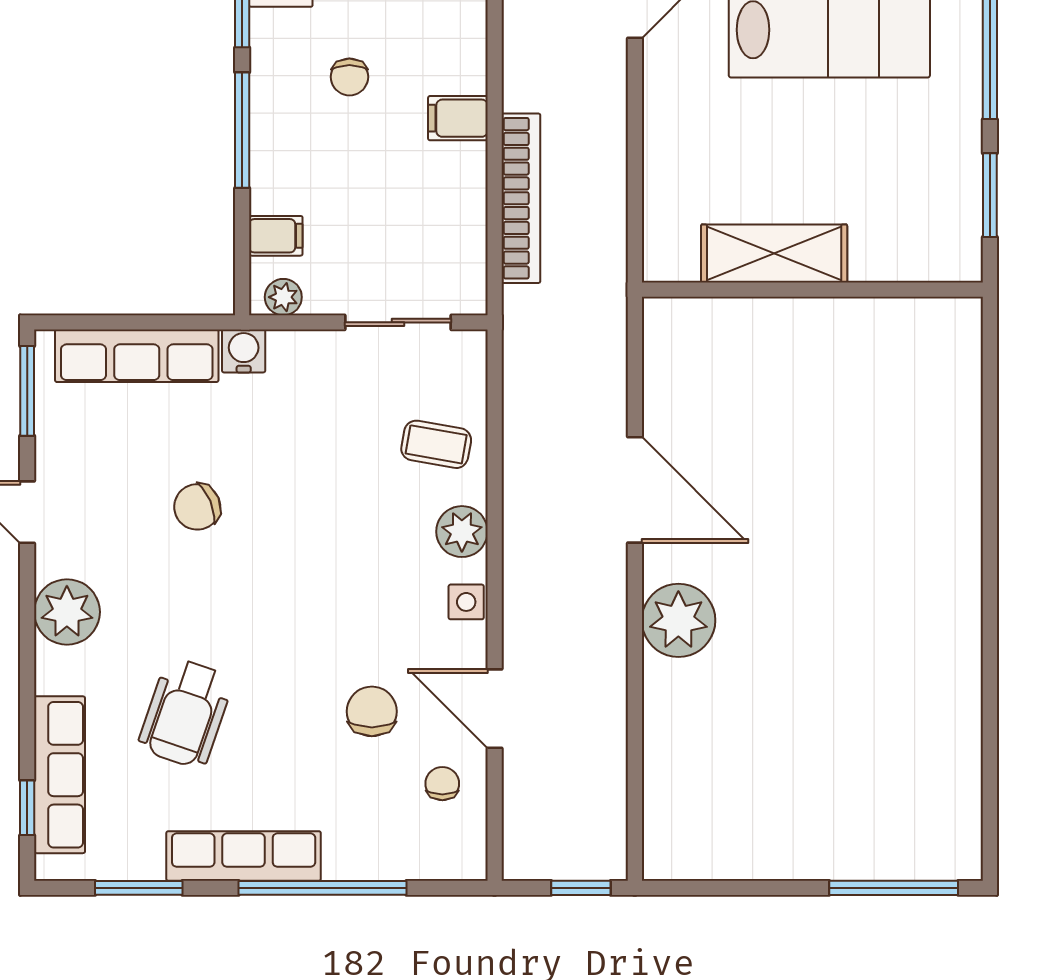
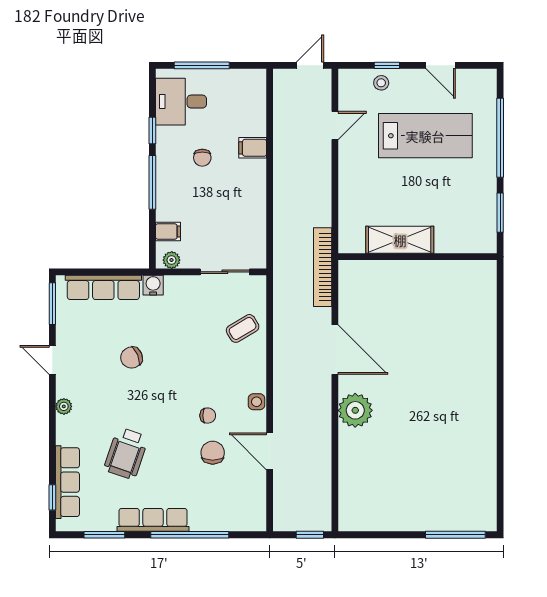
filing cabinet: (458, 118) -> (253, 148), moved
bookcase: (521, 198) -> (323, 267), moved, turned 180
coffee table: (436, 444) -> (243, 328), turned -41
plant: (462, 532) -> (255, 369), removed
plant: (67, 612) -> (64, 406), width x0.53, depth x0.53
chair: (442, 784) -> (208, 416), moved, turned 90

